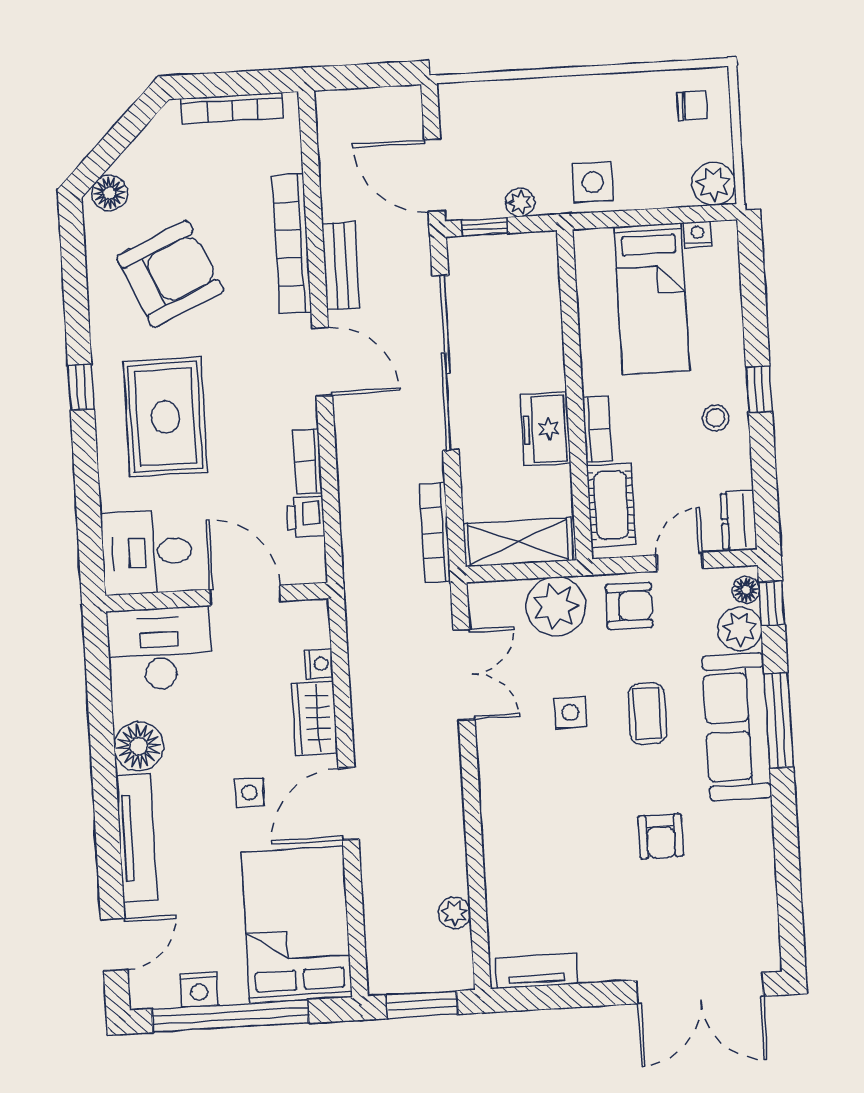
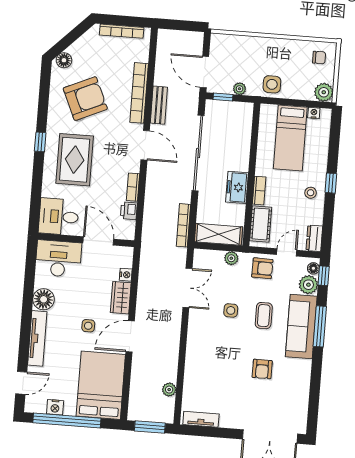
plant: (556, 606) -> (231, 258), width x0.53, depth x0.53

